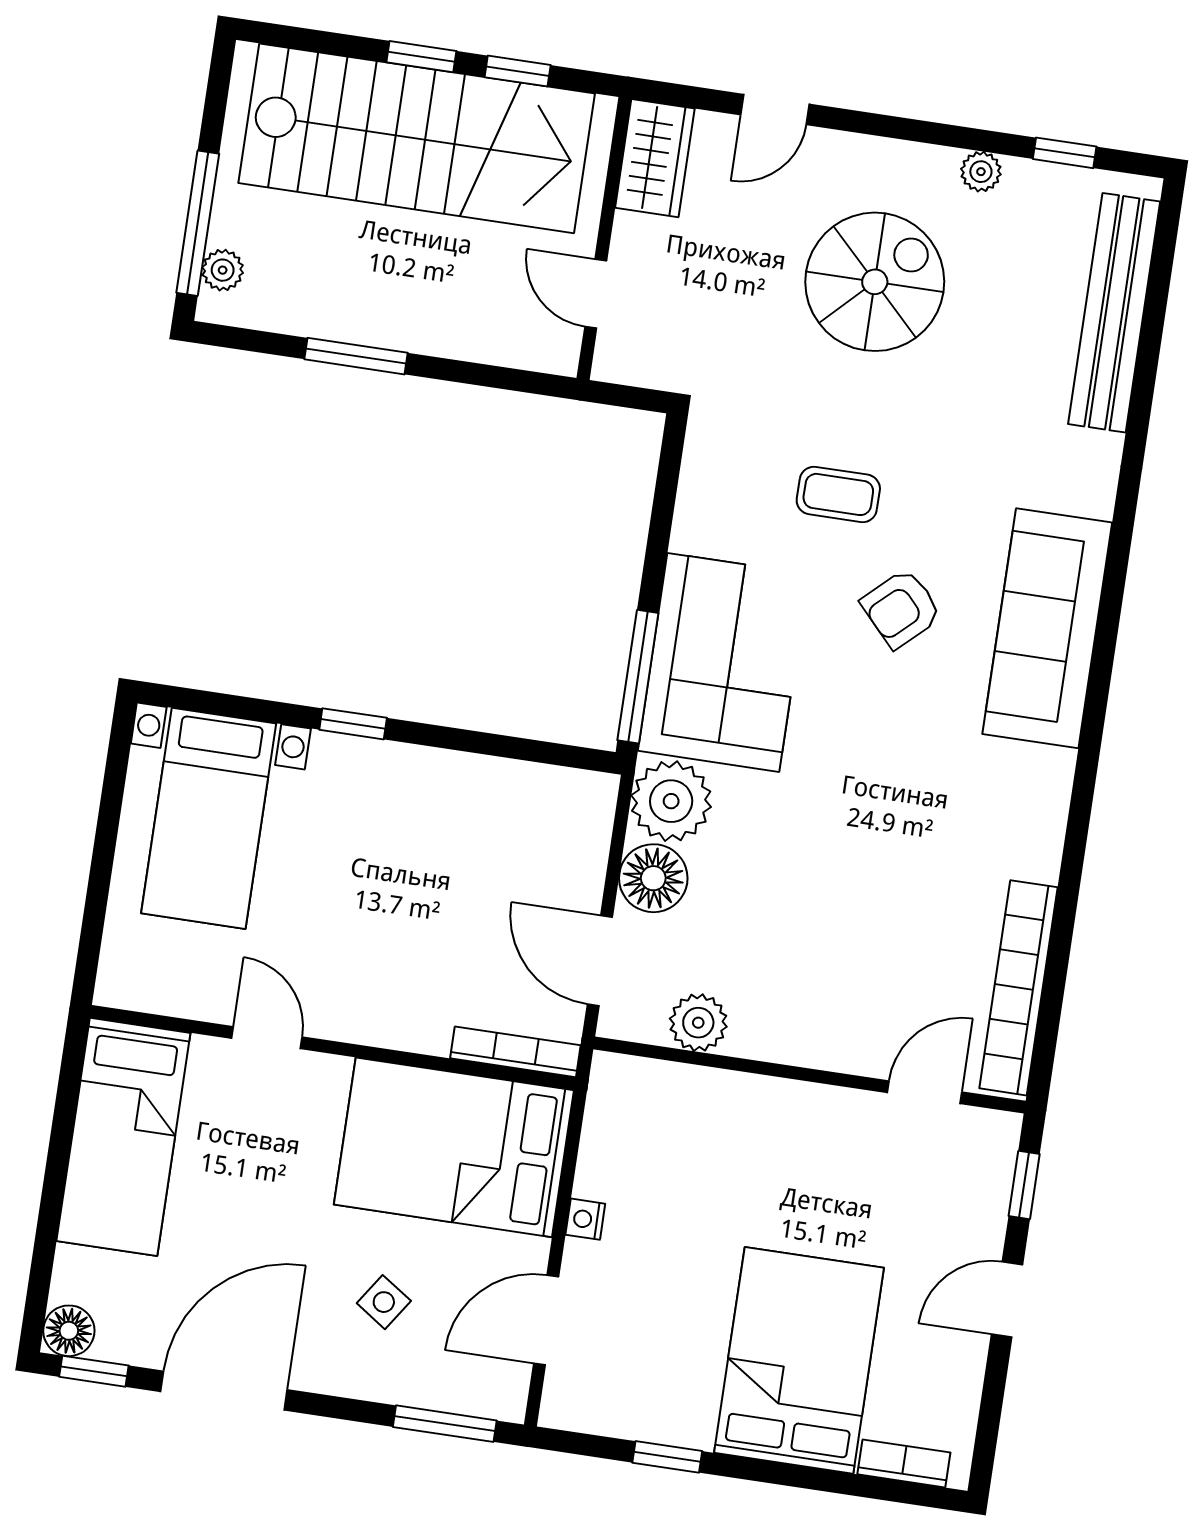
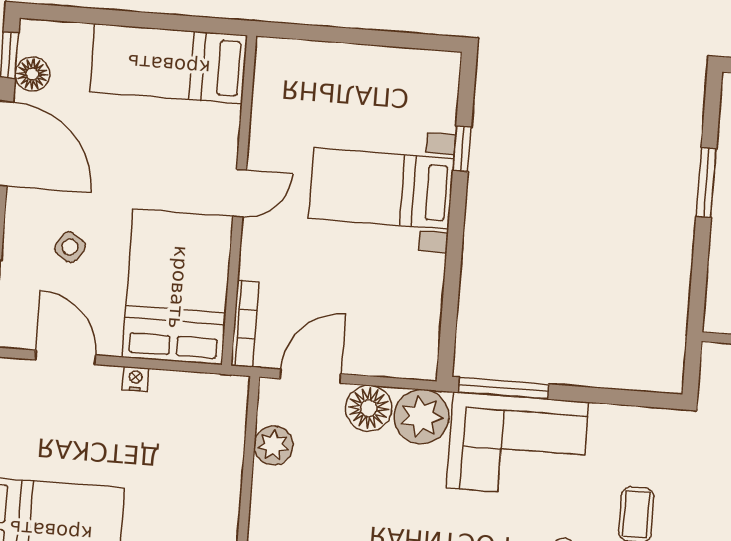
window: (353, 724) -> (462, 149), moved
bed with nightstands: (209, 818) -> (381, 188), moved
door: (267, 1038) -> (240, 193), moved
floor lamp: (69, 1331) -> (32, 74), moved

